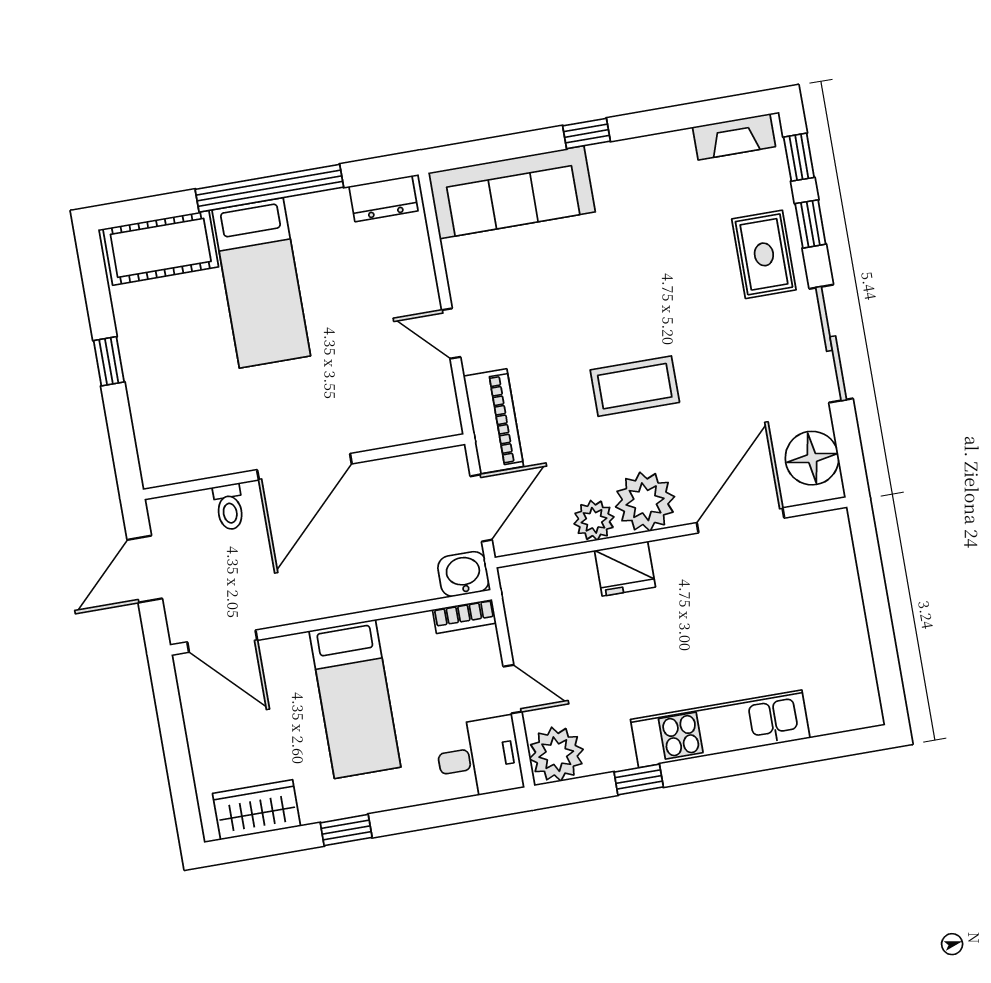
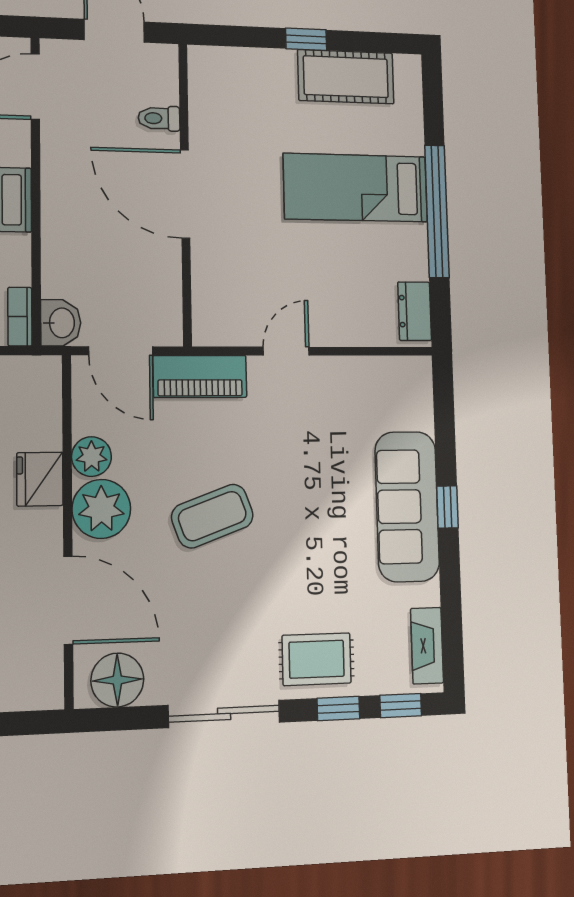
sofa: (512, 192) -> (407, 506), moved
cot: (161, 248) -> (346, 77), moved, turned 90
coffee table: (635, 386) -> (212, 516), turned 70

